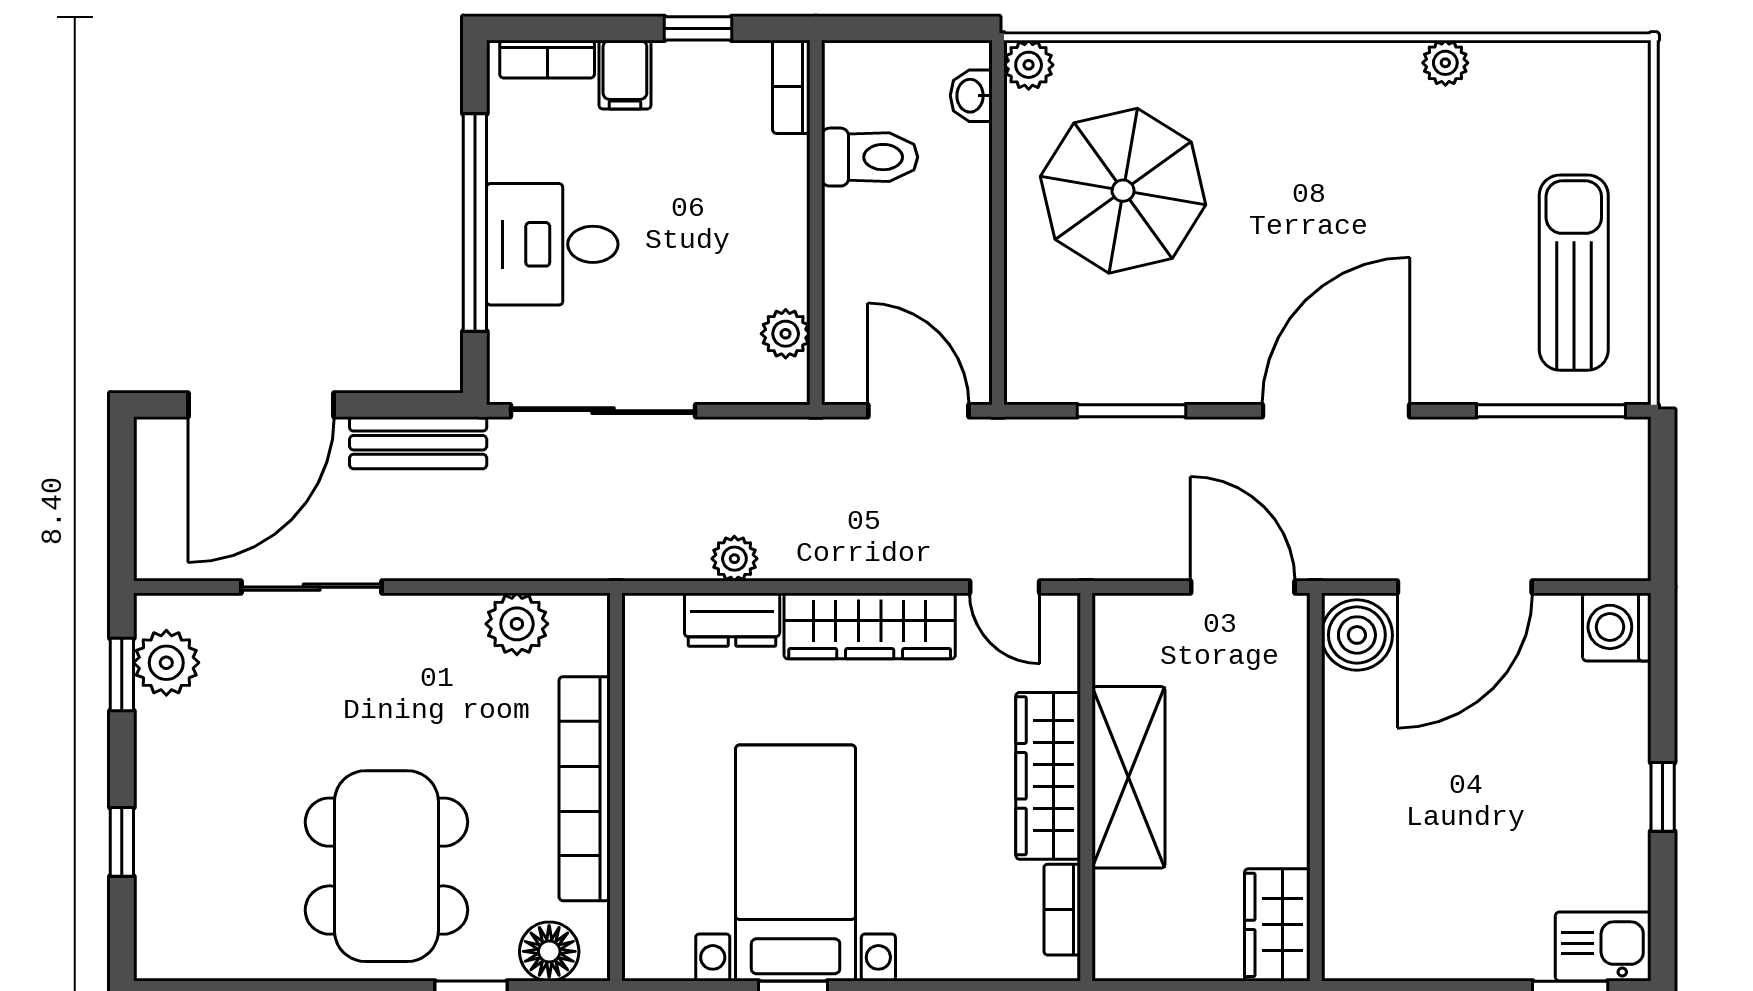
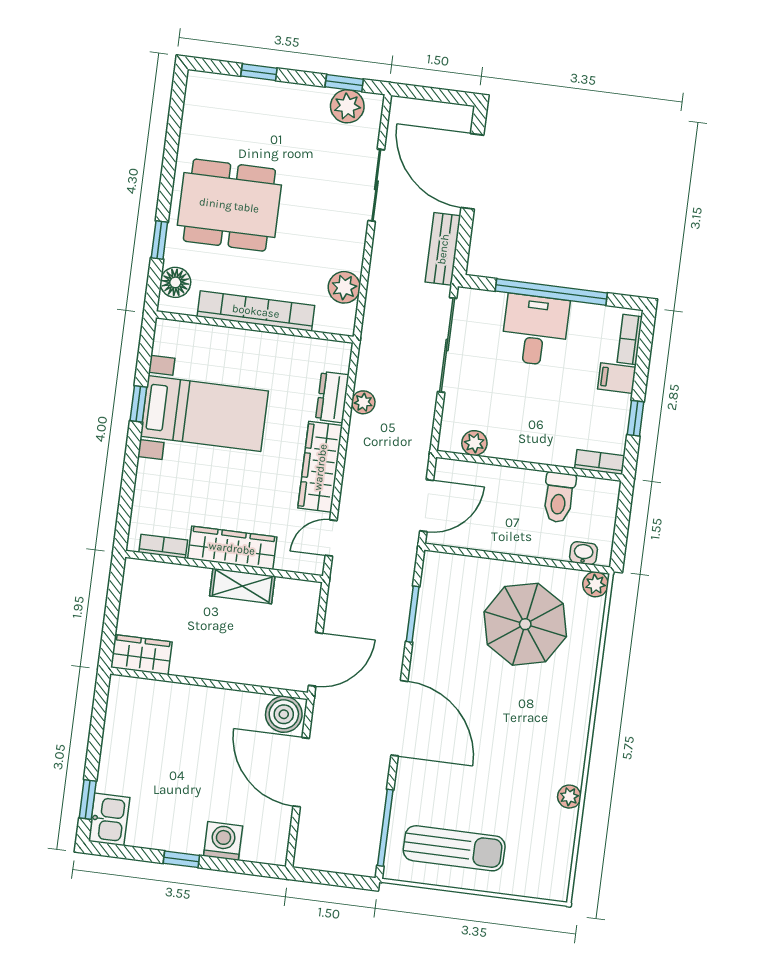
washing machine: (1617, 627) -> (223, 841), moved
shelving: (1129, 777) -> (242, 586), width x0.67, depth x0.75

